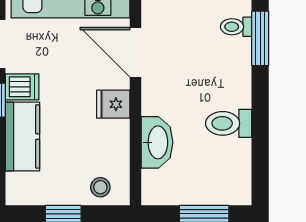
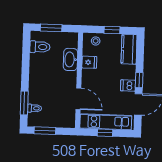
fridge: (113, 104) -> (89, 62), moved
toilet: (229, 123) -> (40, 47), moved
kitchen counter: (22, 137) -> (129, 49), moved

